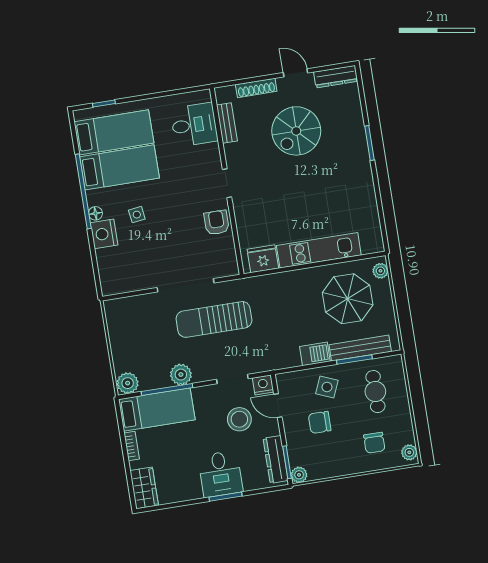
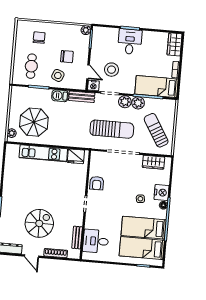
wardrobe: (130, 281) -> (154, 162), added
sun lounger: (139, 336) -> (156, 130), added
bench: (360, 348) -> (82, 97), moved, width x0.73
plant: (128, 383) -> (125, 102), moved
plant: (409, 452) -> (21, 27), removed
dresser: (276, 459) -> (97, 42), removed

